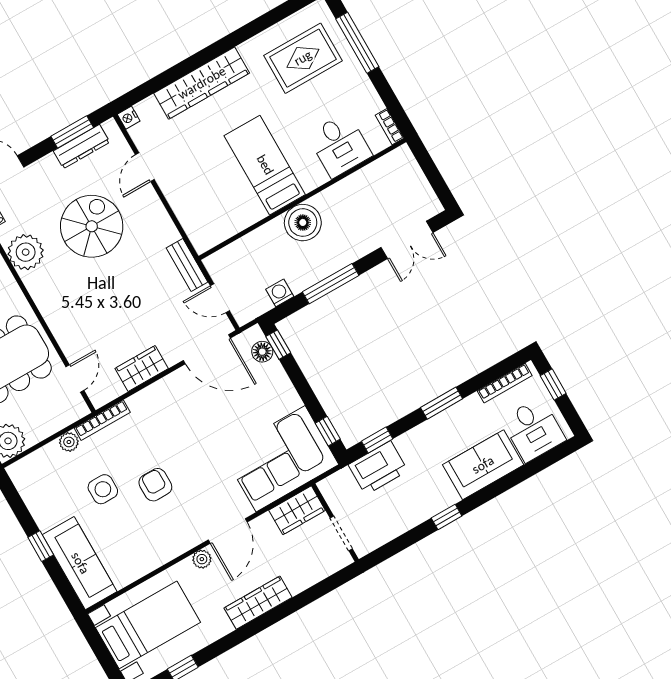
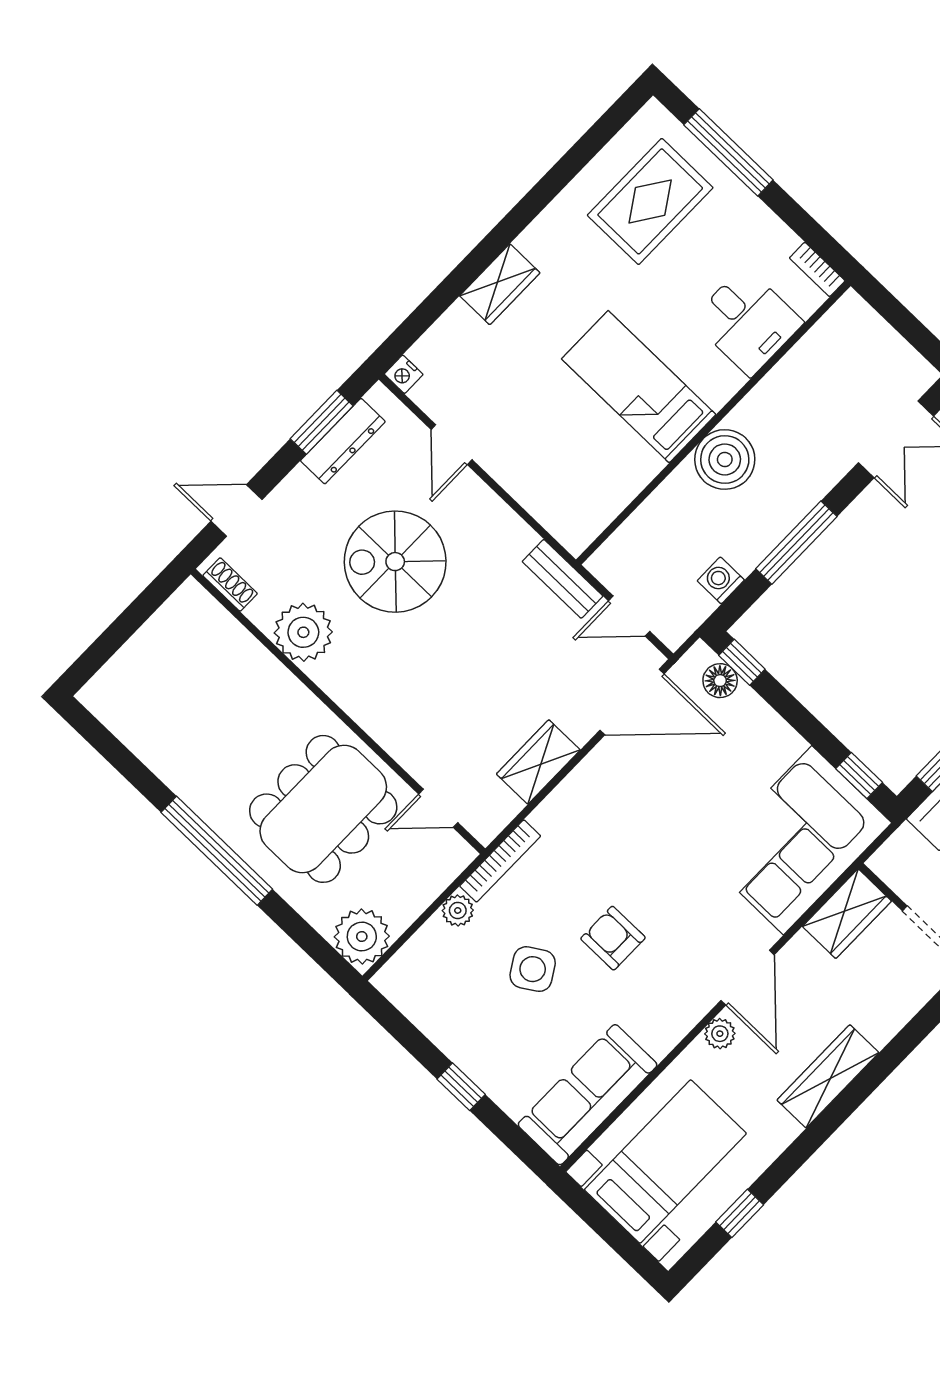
wardrobe: (202, 83) -> (500, 284), width x0.48, depth x0.85
spiral stairs: (92, 226) -> (395, 562), turned -90
door: (75, 379) -> (438, 808), swing flipped
side table: (103, 489) -> (533, 969), turned -32
sofa: (80, 563) -> (588, 1095), moved, turned -90

